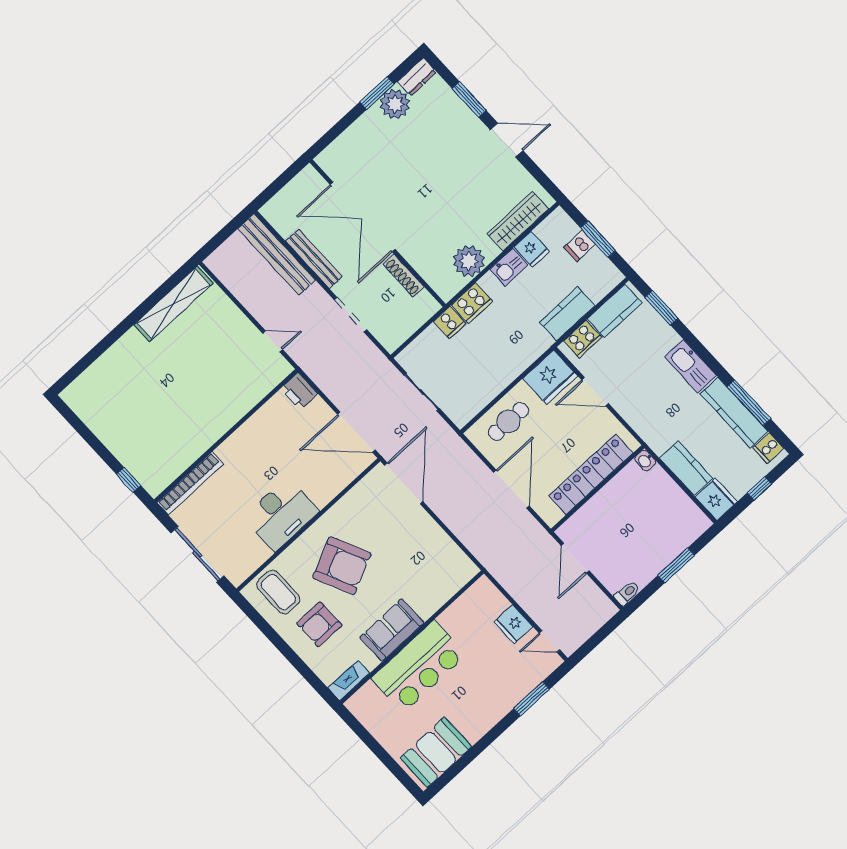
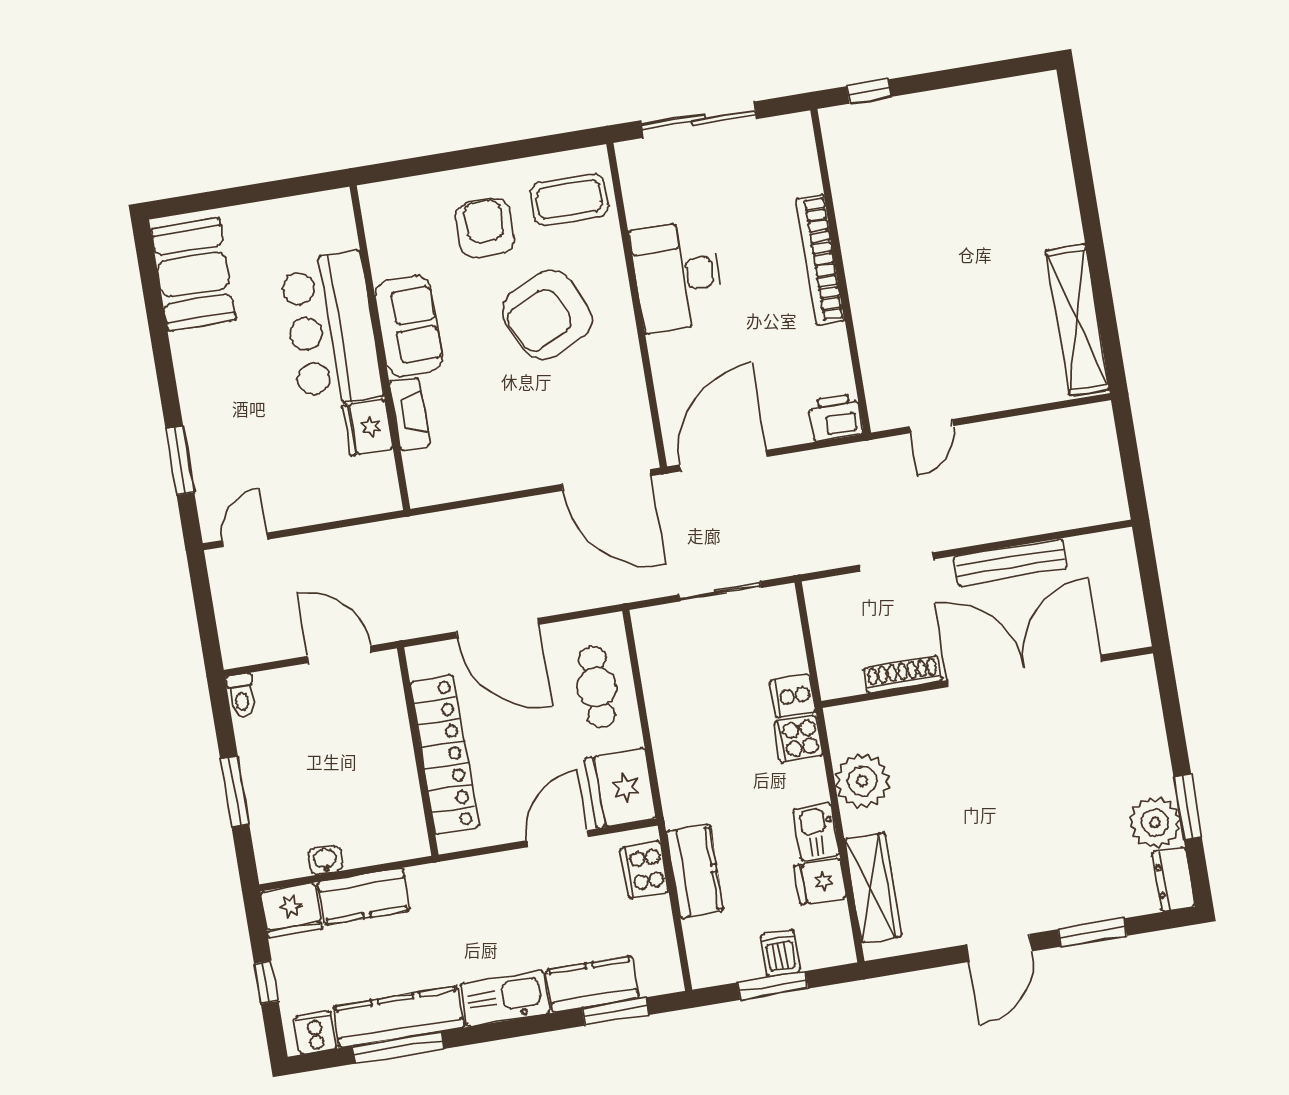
bench: (277, 254) -> (1052, 513), removed
cooker: (472, 303) -> (798, 739), width x0.73
kitchen counter: (615, 311) -> (592, 984), moved, turned 90
washbasin: (645, 460) -> (325, 860), moved
bookcase: (190, 483) -> (820, 260), moved
fridge: (513, 624) -> (367, 427), moved, turned -90
fireplace: (349, 680) -> (410, 414), moved

